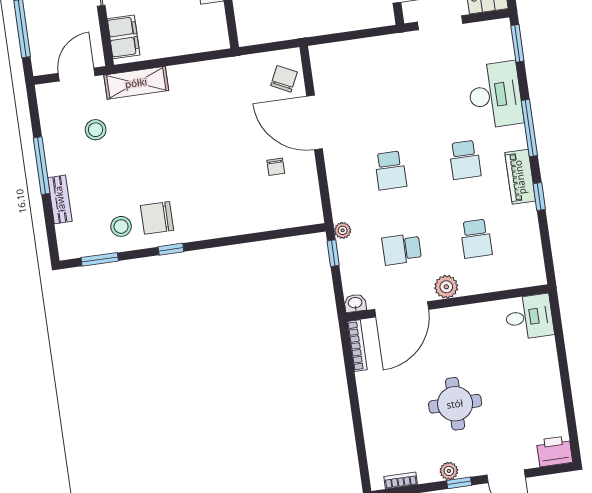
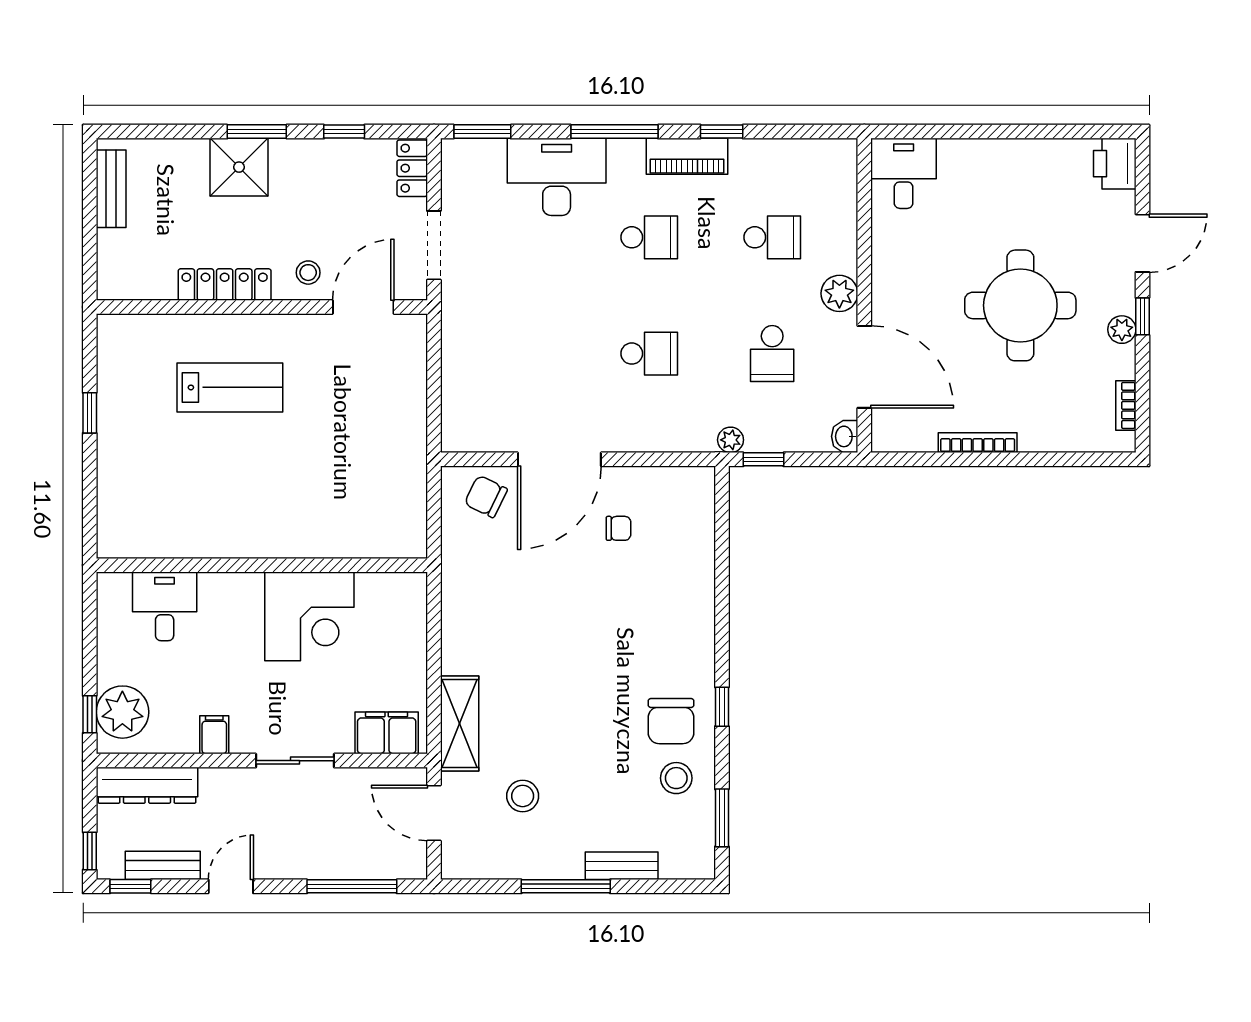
bookcase: (357, 346) -> (978, 443), moved
round table: (455, 404) -> (1020, 305), width x1.36, depth x1.36

